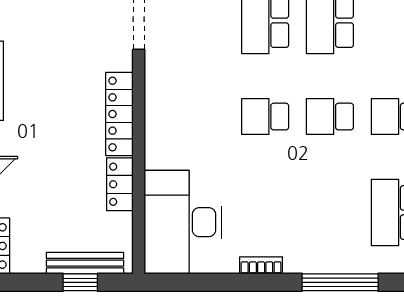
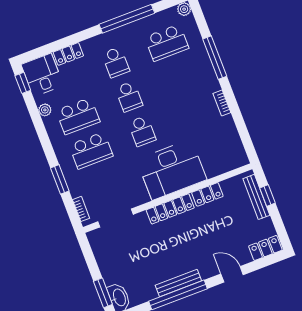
desk: (183, 222) -> (172, 170), moved

